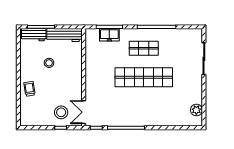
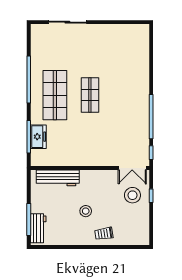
workbench: (64, 35) -> (58, 178), moved, turned 90
shop shelf: (144, 48) -> (55, 95), width x1.43, depth x1.36
stool: (49, 63) -> (86, 211), moved
shop shelf: (144, 77) -> (90, 95), width x0.50, depth x0.74
plant: (196, 110) -> (130, 31), removed

